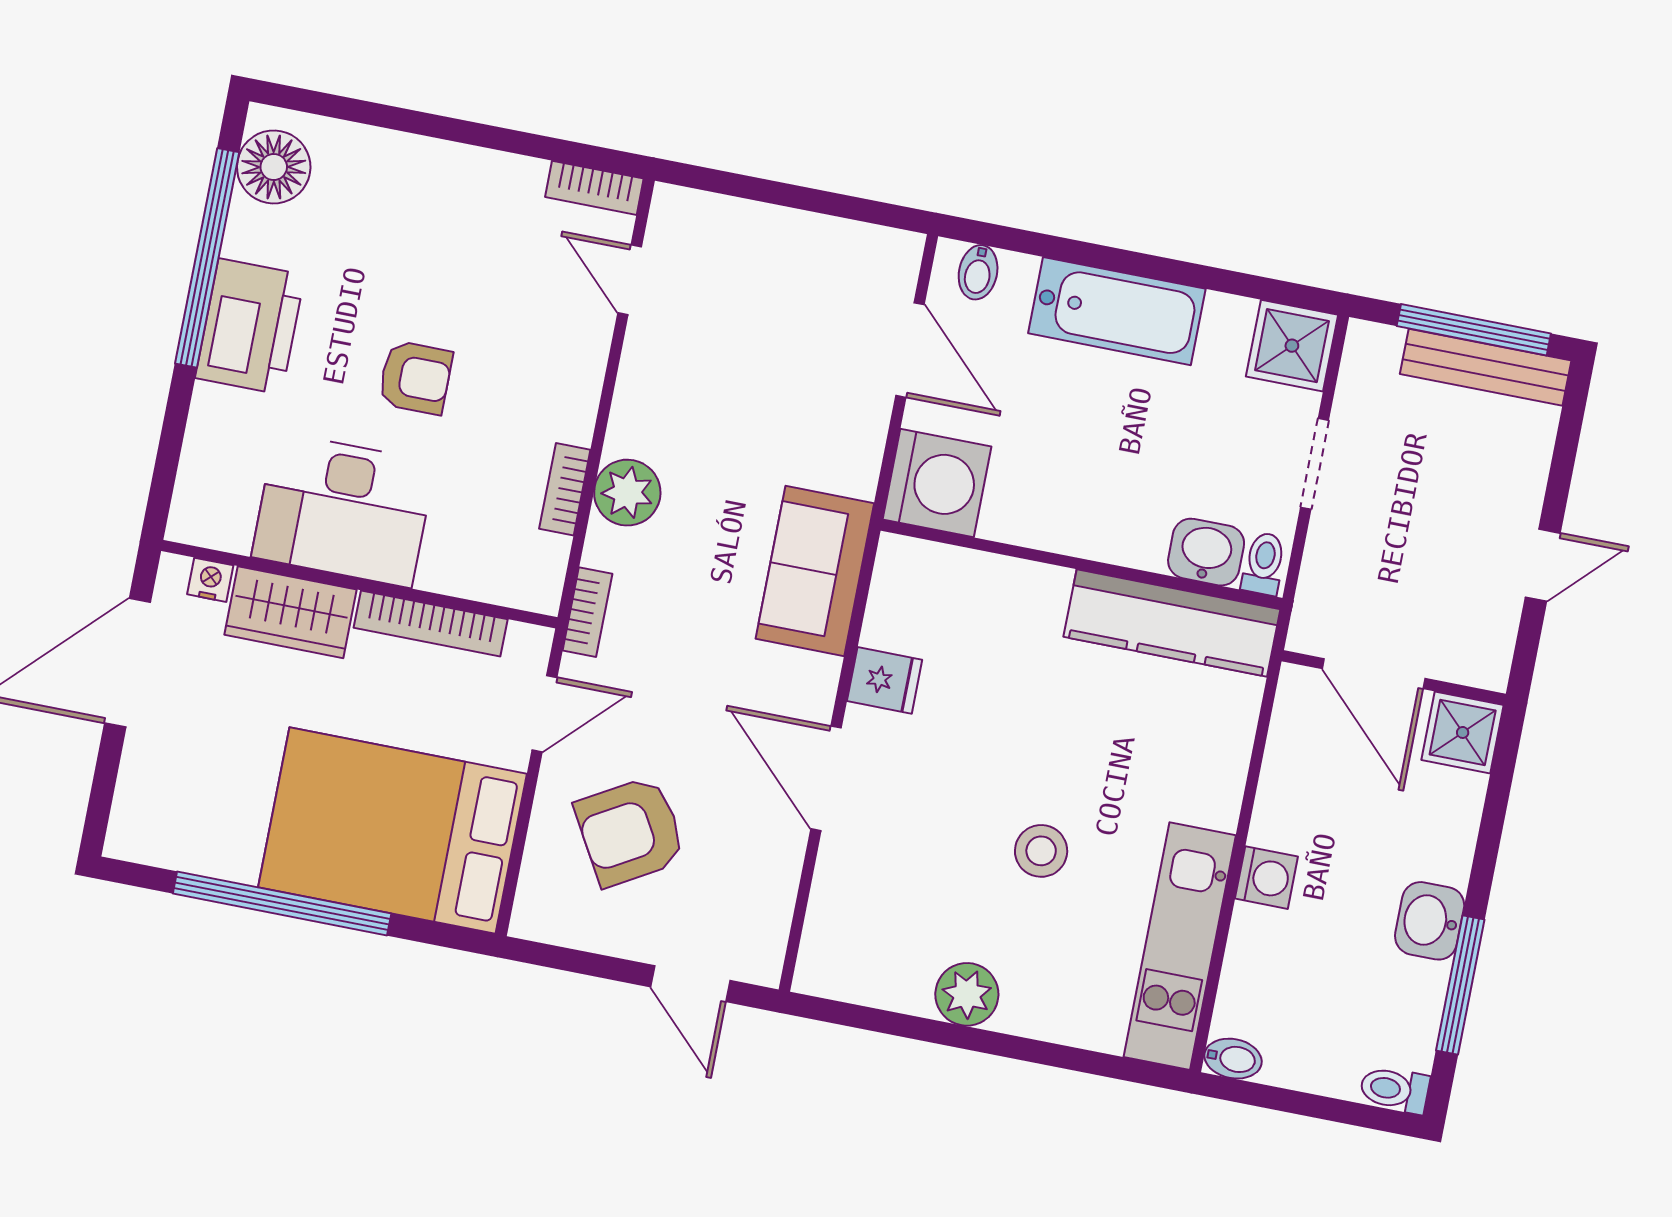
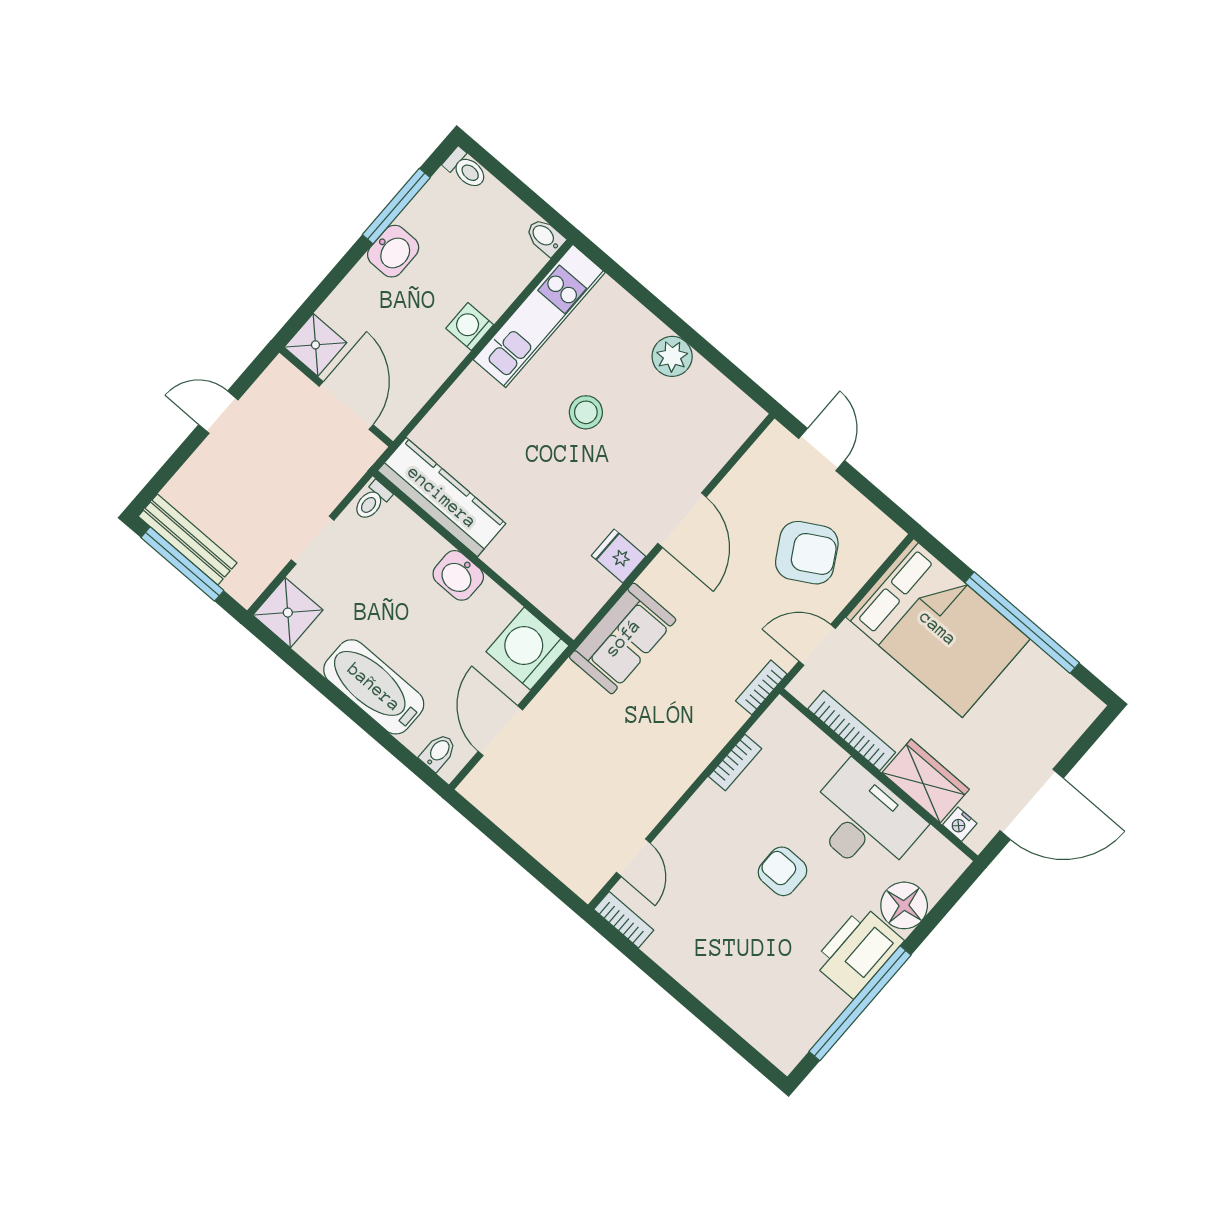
floor lamp: (274, 167) -> (904, 905), moved
plant: (627, 493) -> (702, 741), removed
washbasin: (1206, 552) -> (458, 575), moved

